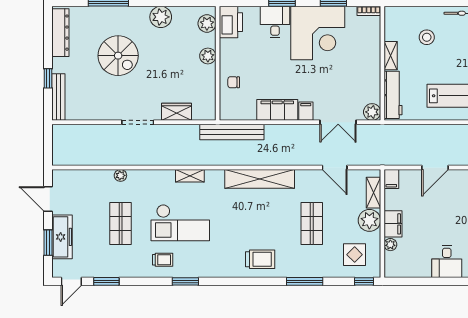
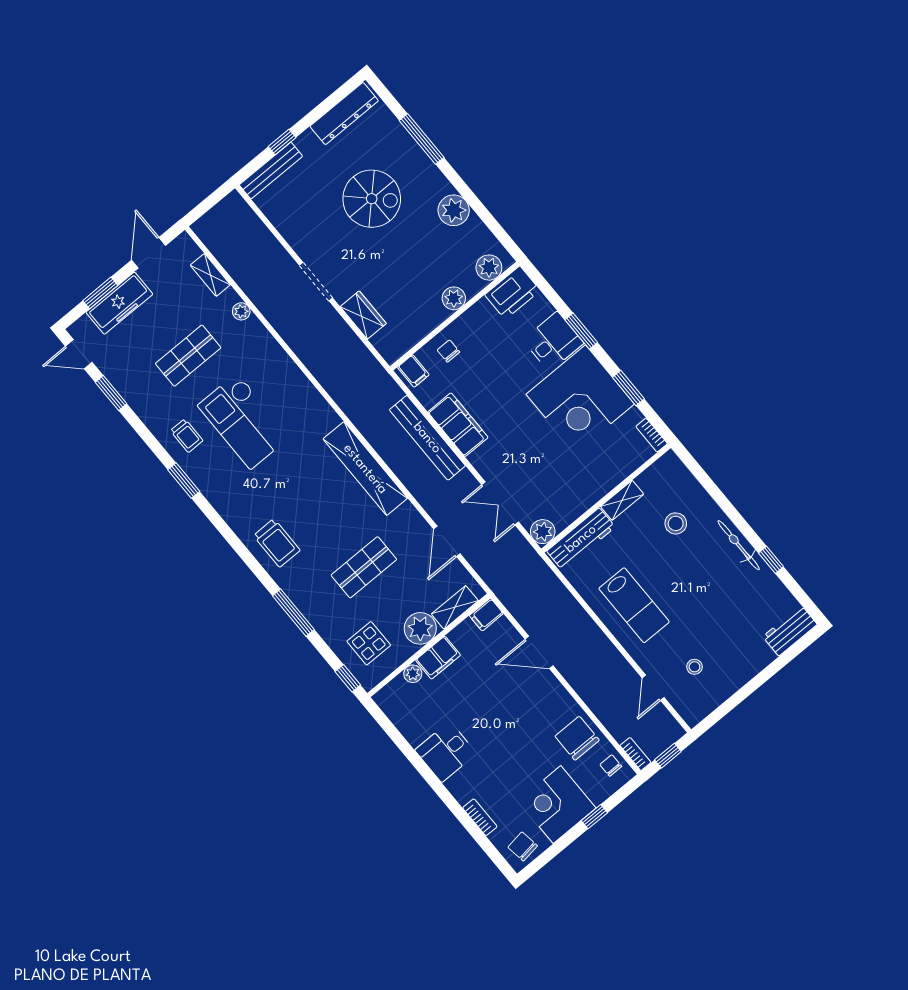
spiral stairs: (118, 56) -> (372, 199), turned -90
filing cabinet: (306, 111) -> (413, 371), moved, turned 90
bench: (232, 132) -> (427, 438), moved
shelving: (190, 176) -> (210, 275), moved

